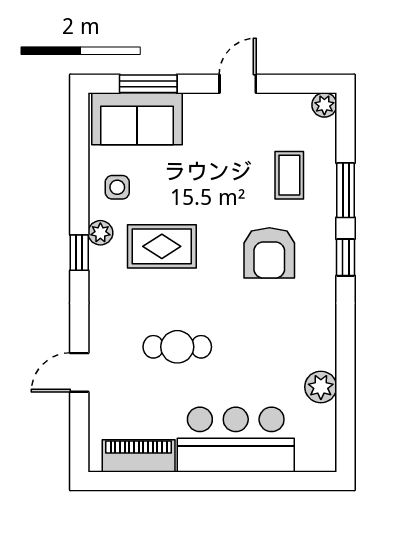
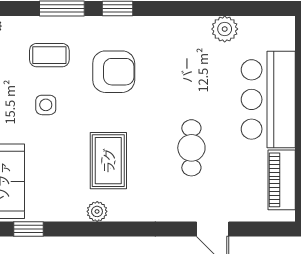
side table: (117, 187) -> (46, 105), moved
window: (79, 253) -> (29, 229), moved

